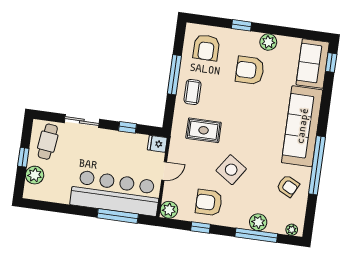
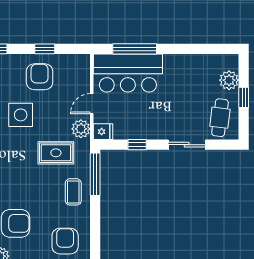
window: (174, 75) -> (95, 174), moved
side table: (231, 170) -> (21, 115), turned -34
bar counter: (115, 193) -> (128, 73), width x0.73
armchair: (209, 202) -> (40, 77), turned -90
plant: (169, 210) -> (81, 129), moved

